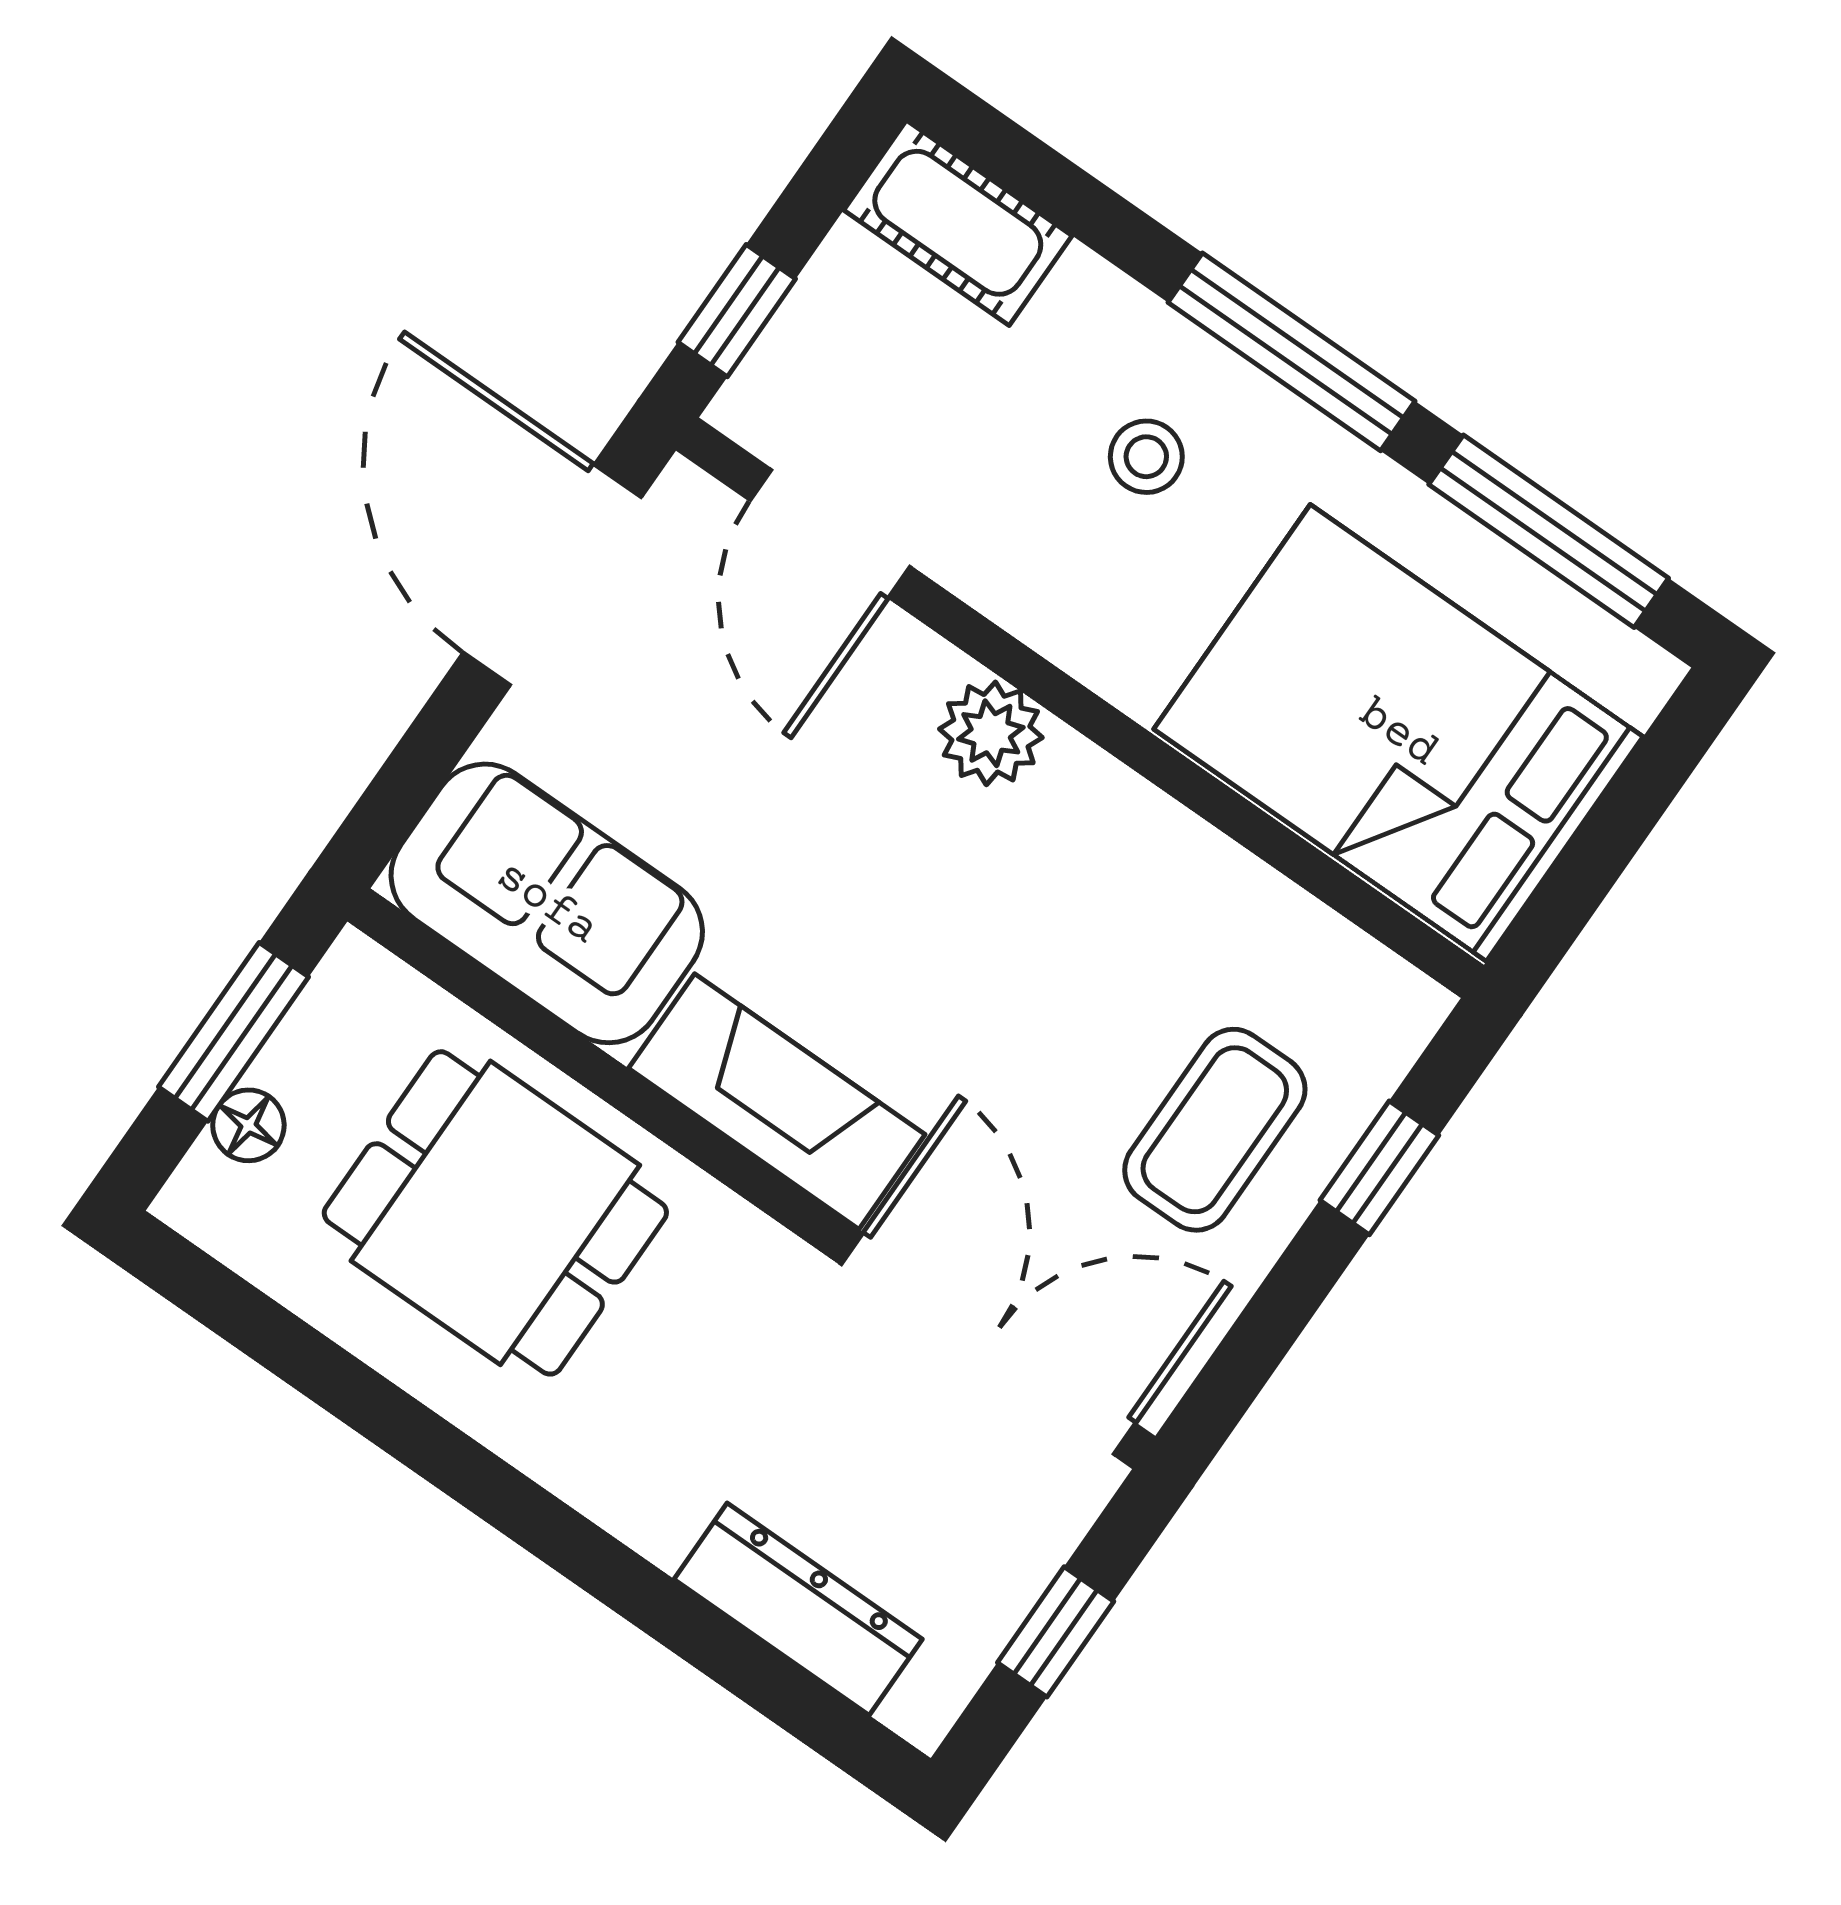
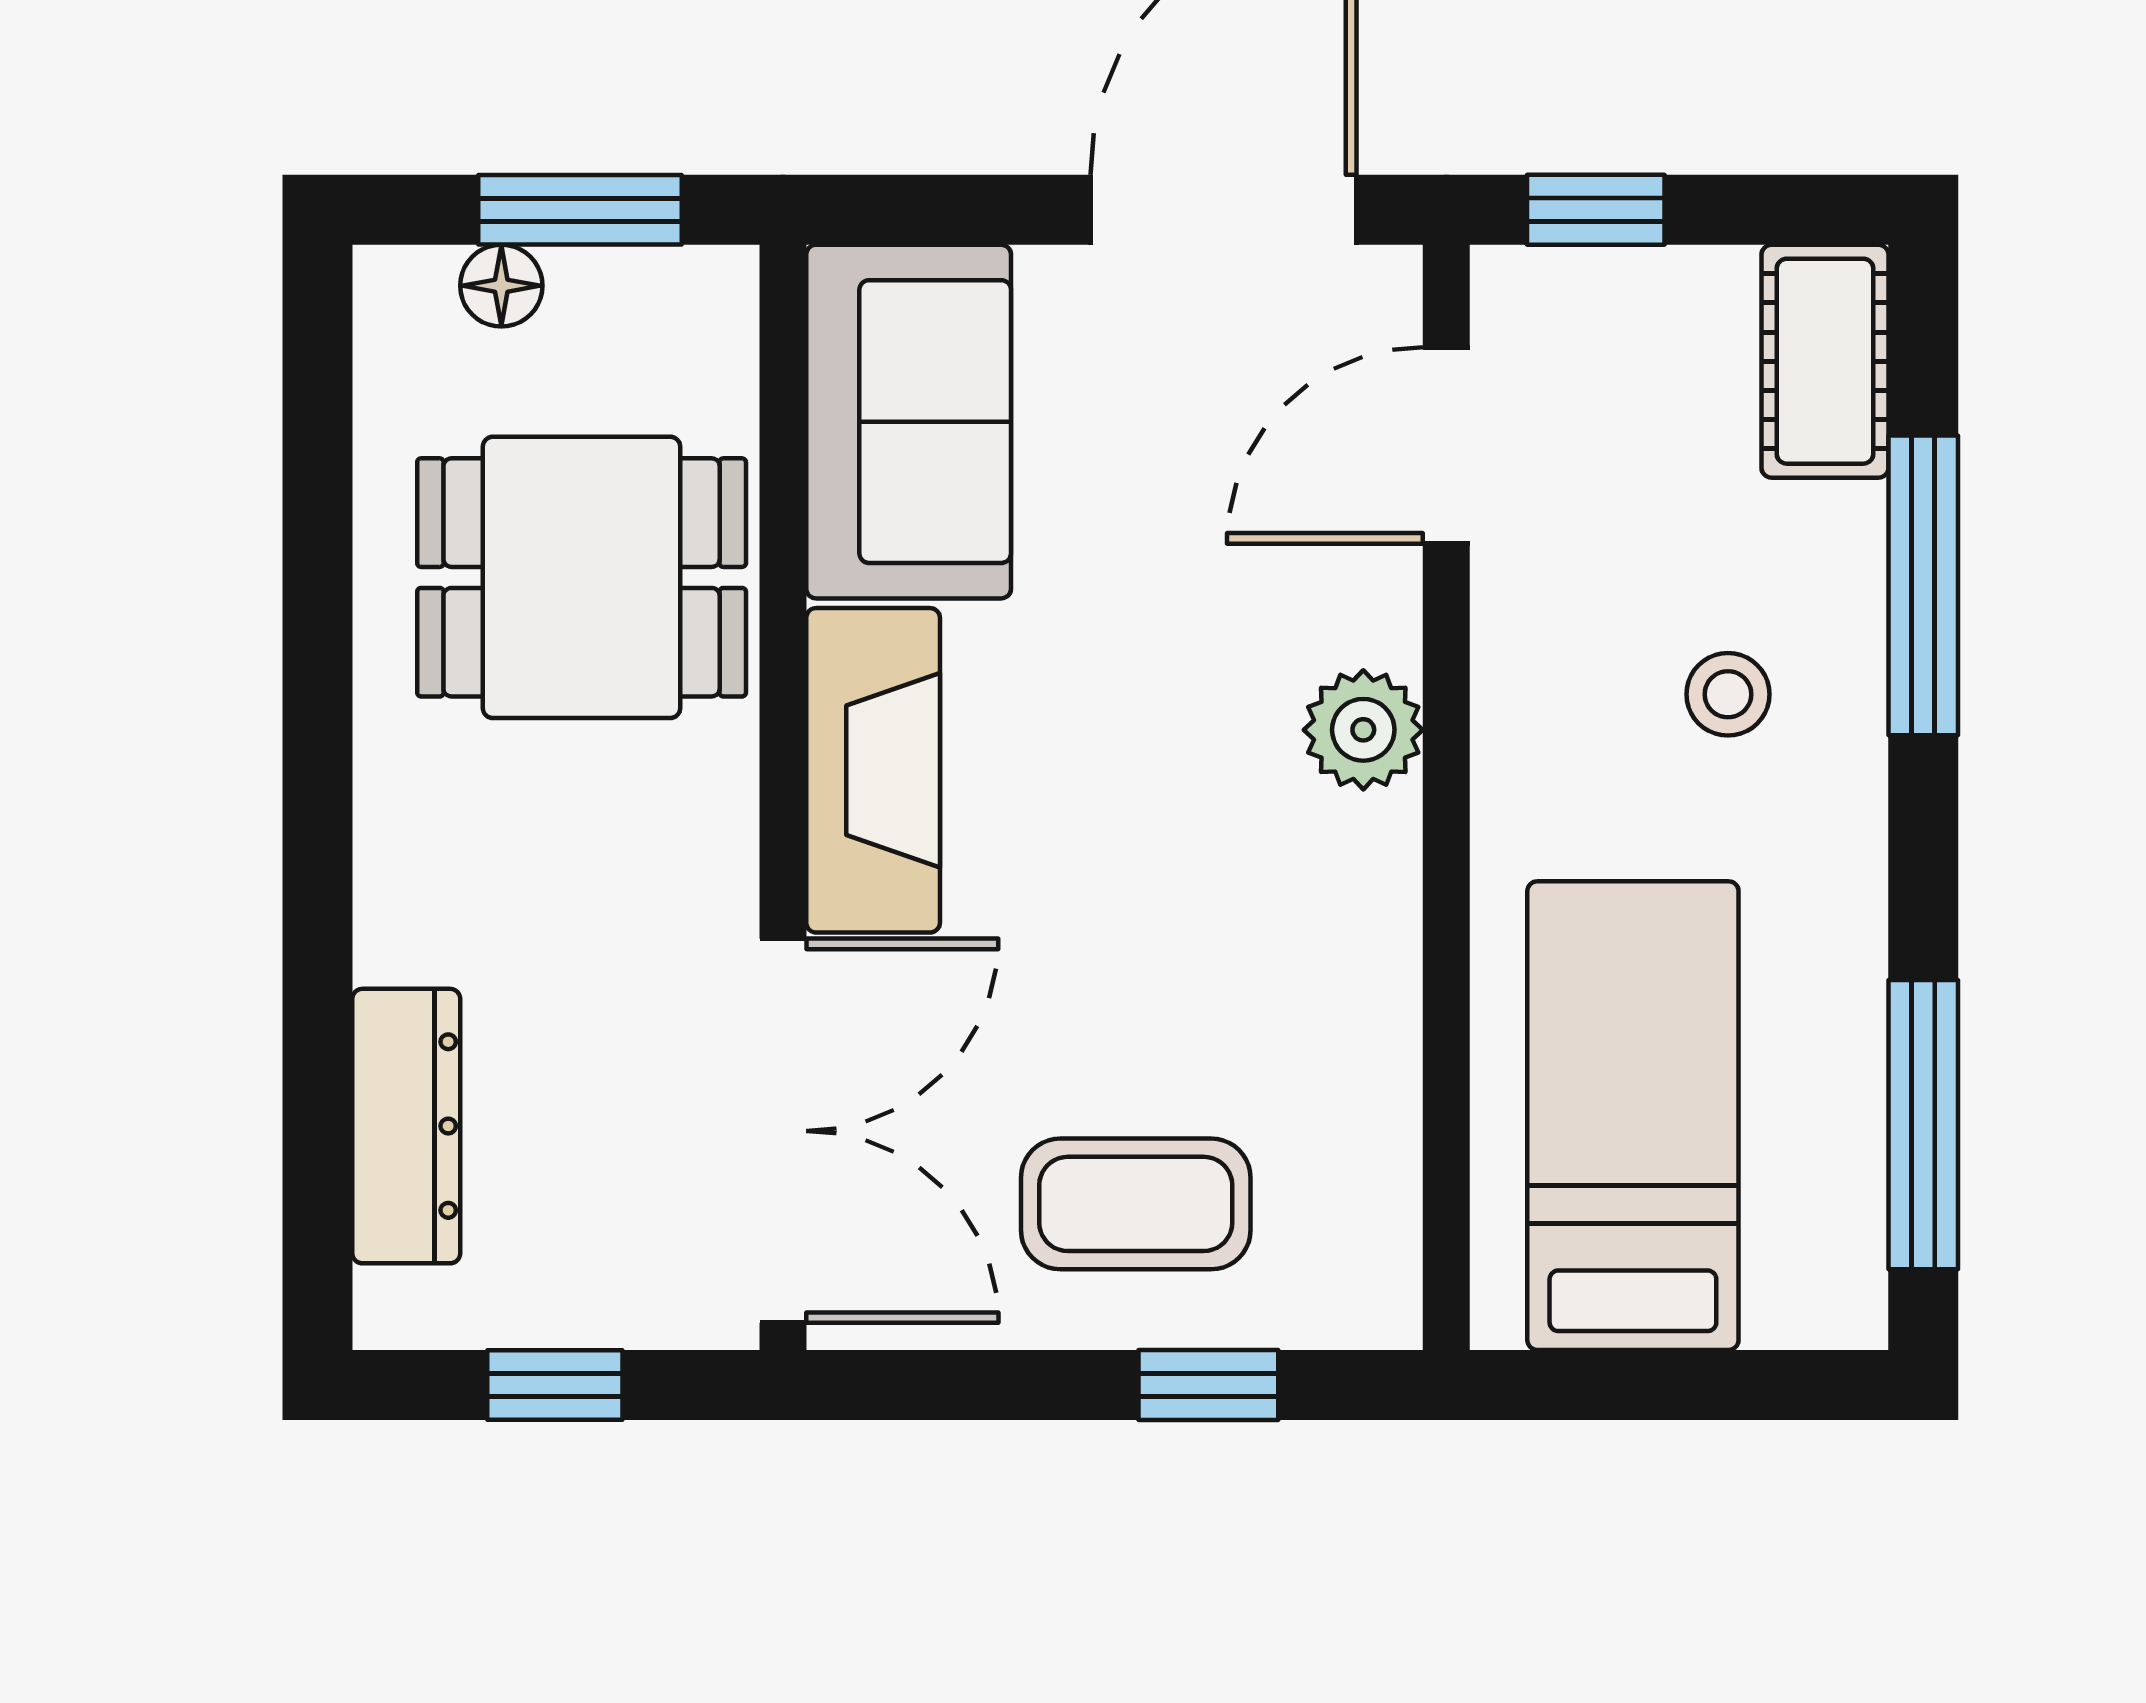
window: (1291, 352) -> (1923, 585), moved
bed: (1398, 733) -> (1633, 1116), width x0.67
dining table: (495, 1213) -> (582, 577), turned 90

